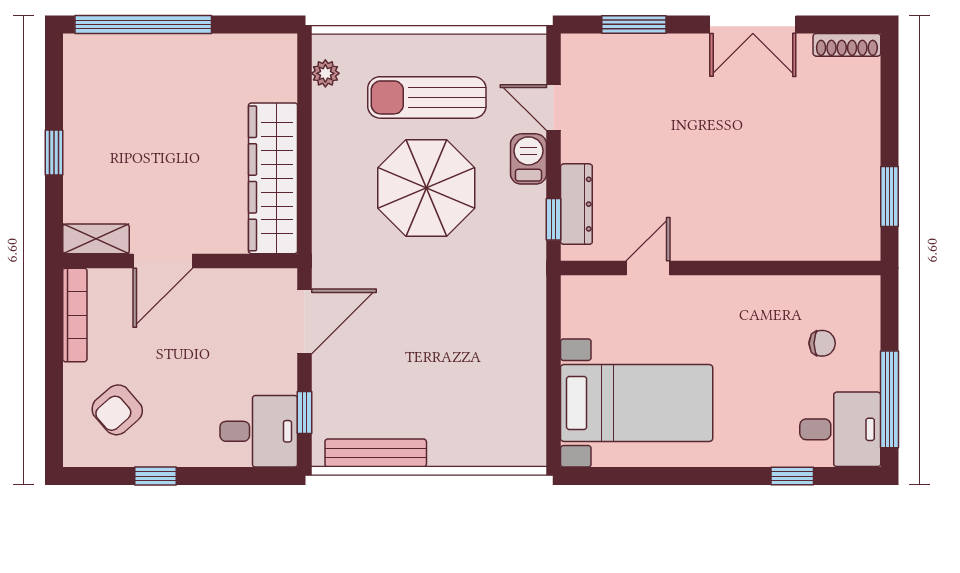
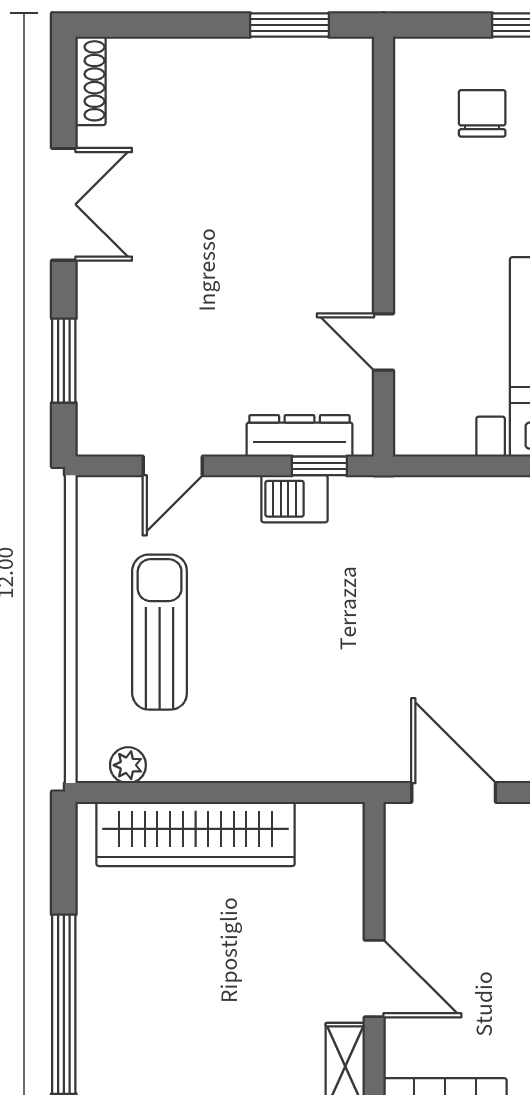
sun lounger: (427, 97) -> (160, 632), turned 180
barbecue: (528, 159) -> (294, 499), moved
wardrobe: (273, 178) -> (196, 834), moved
parasol: (426, 188) -> (278, 633), removed
chair: (822, 343) -> (482, 113), width x1.37, depth x1.37

